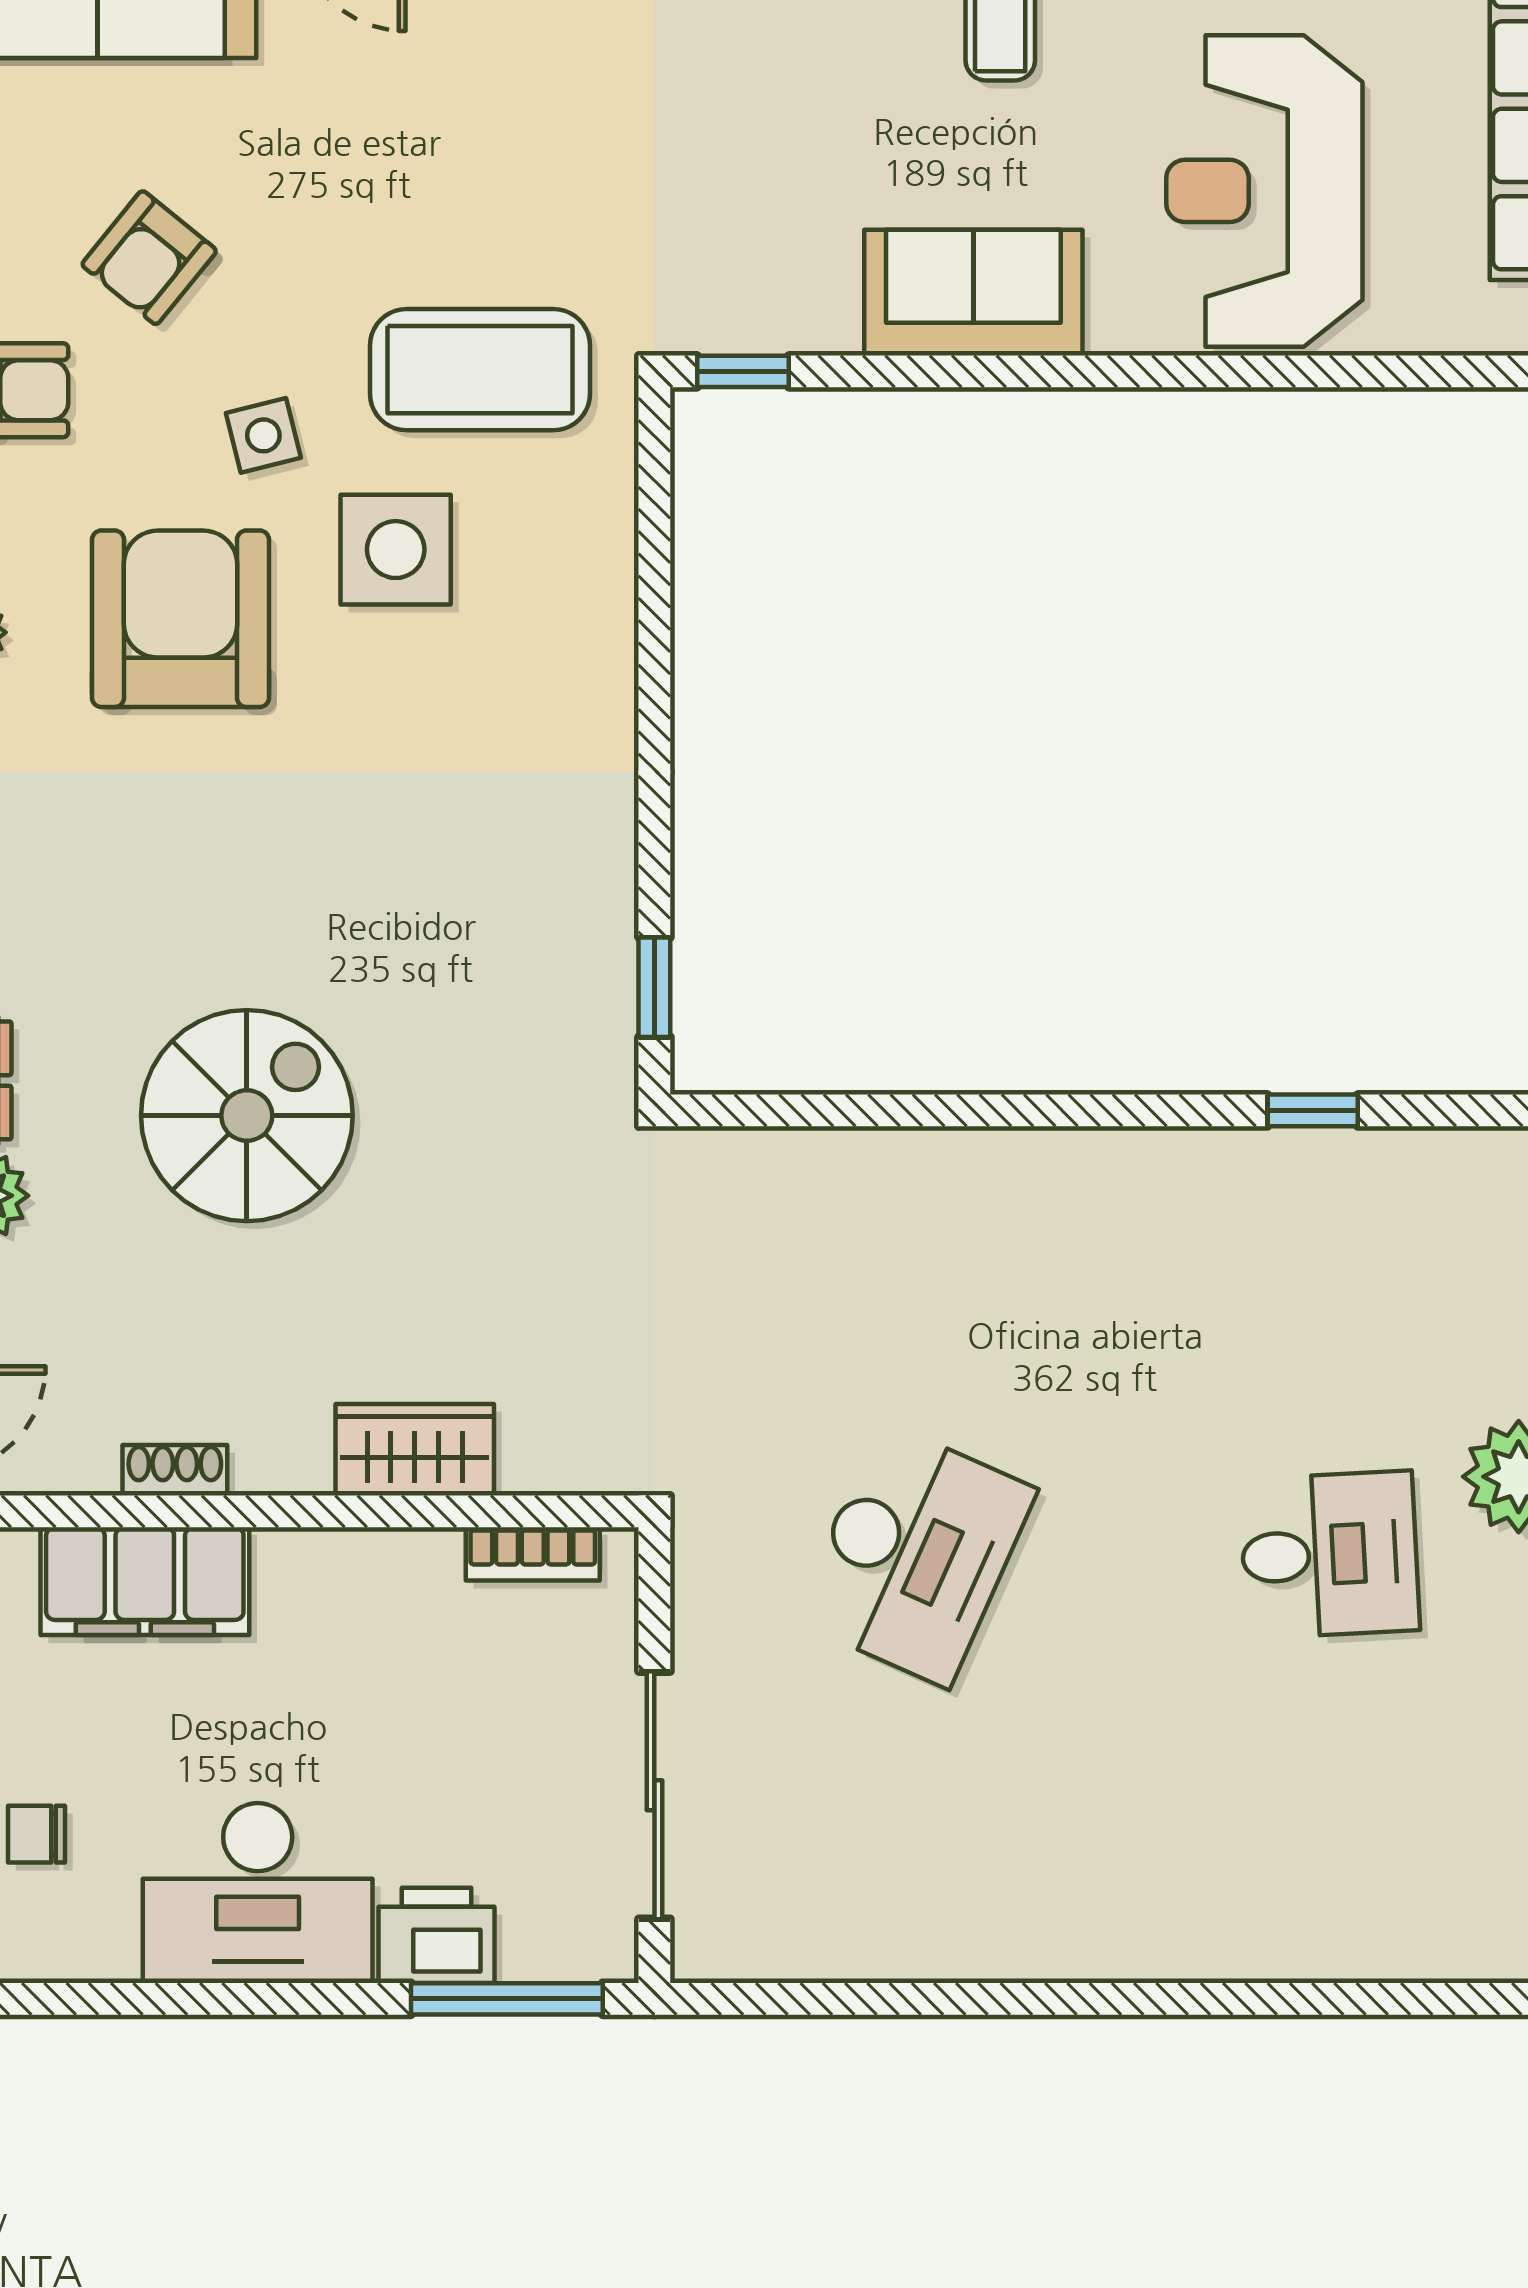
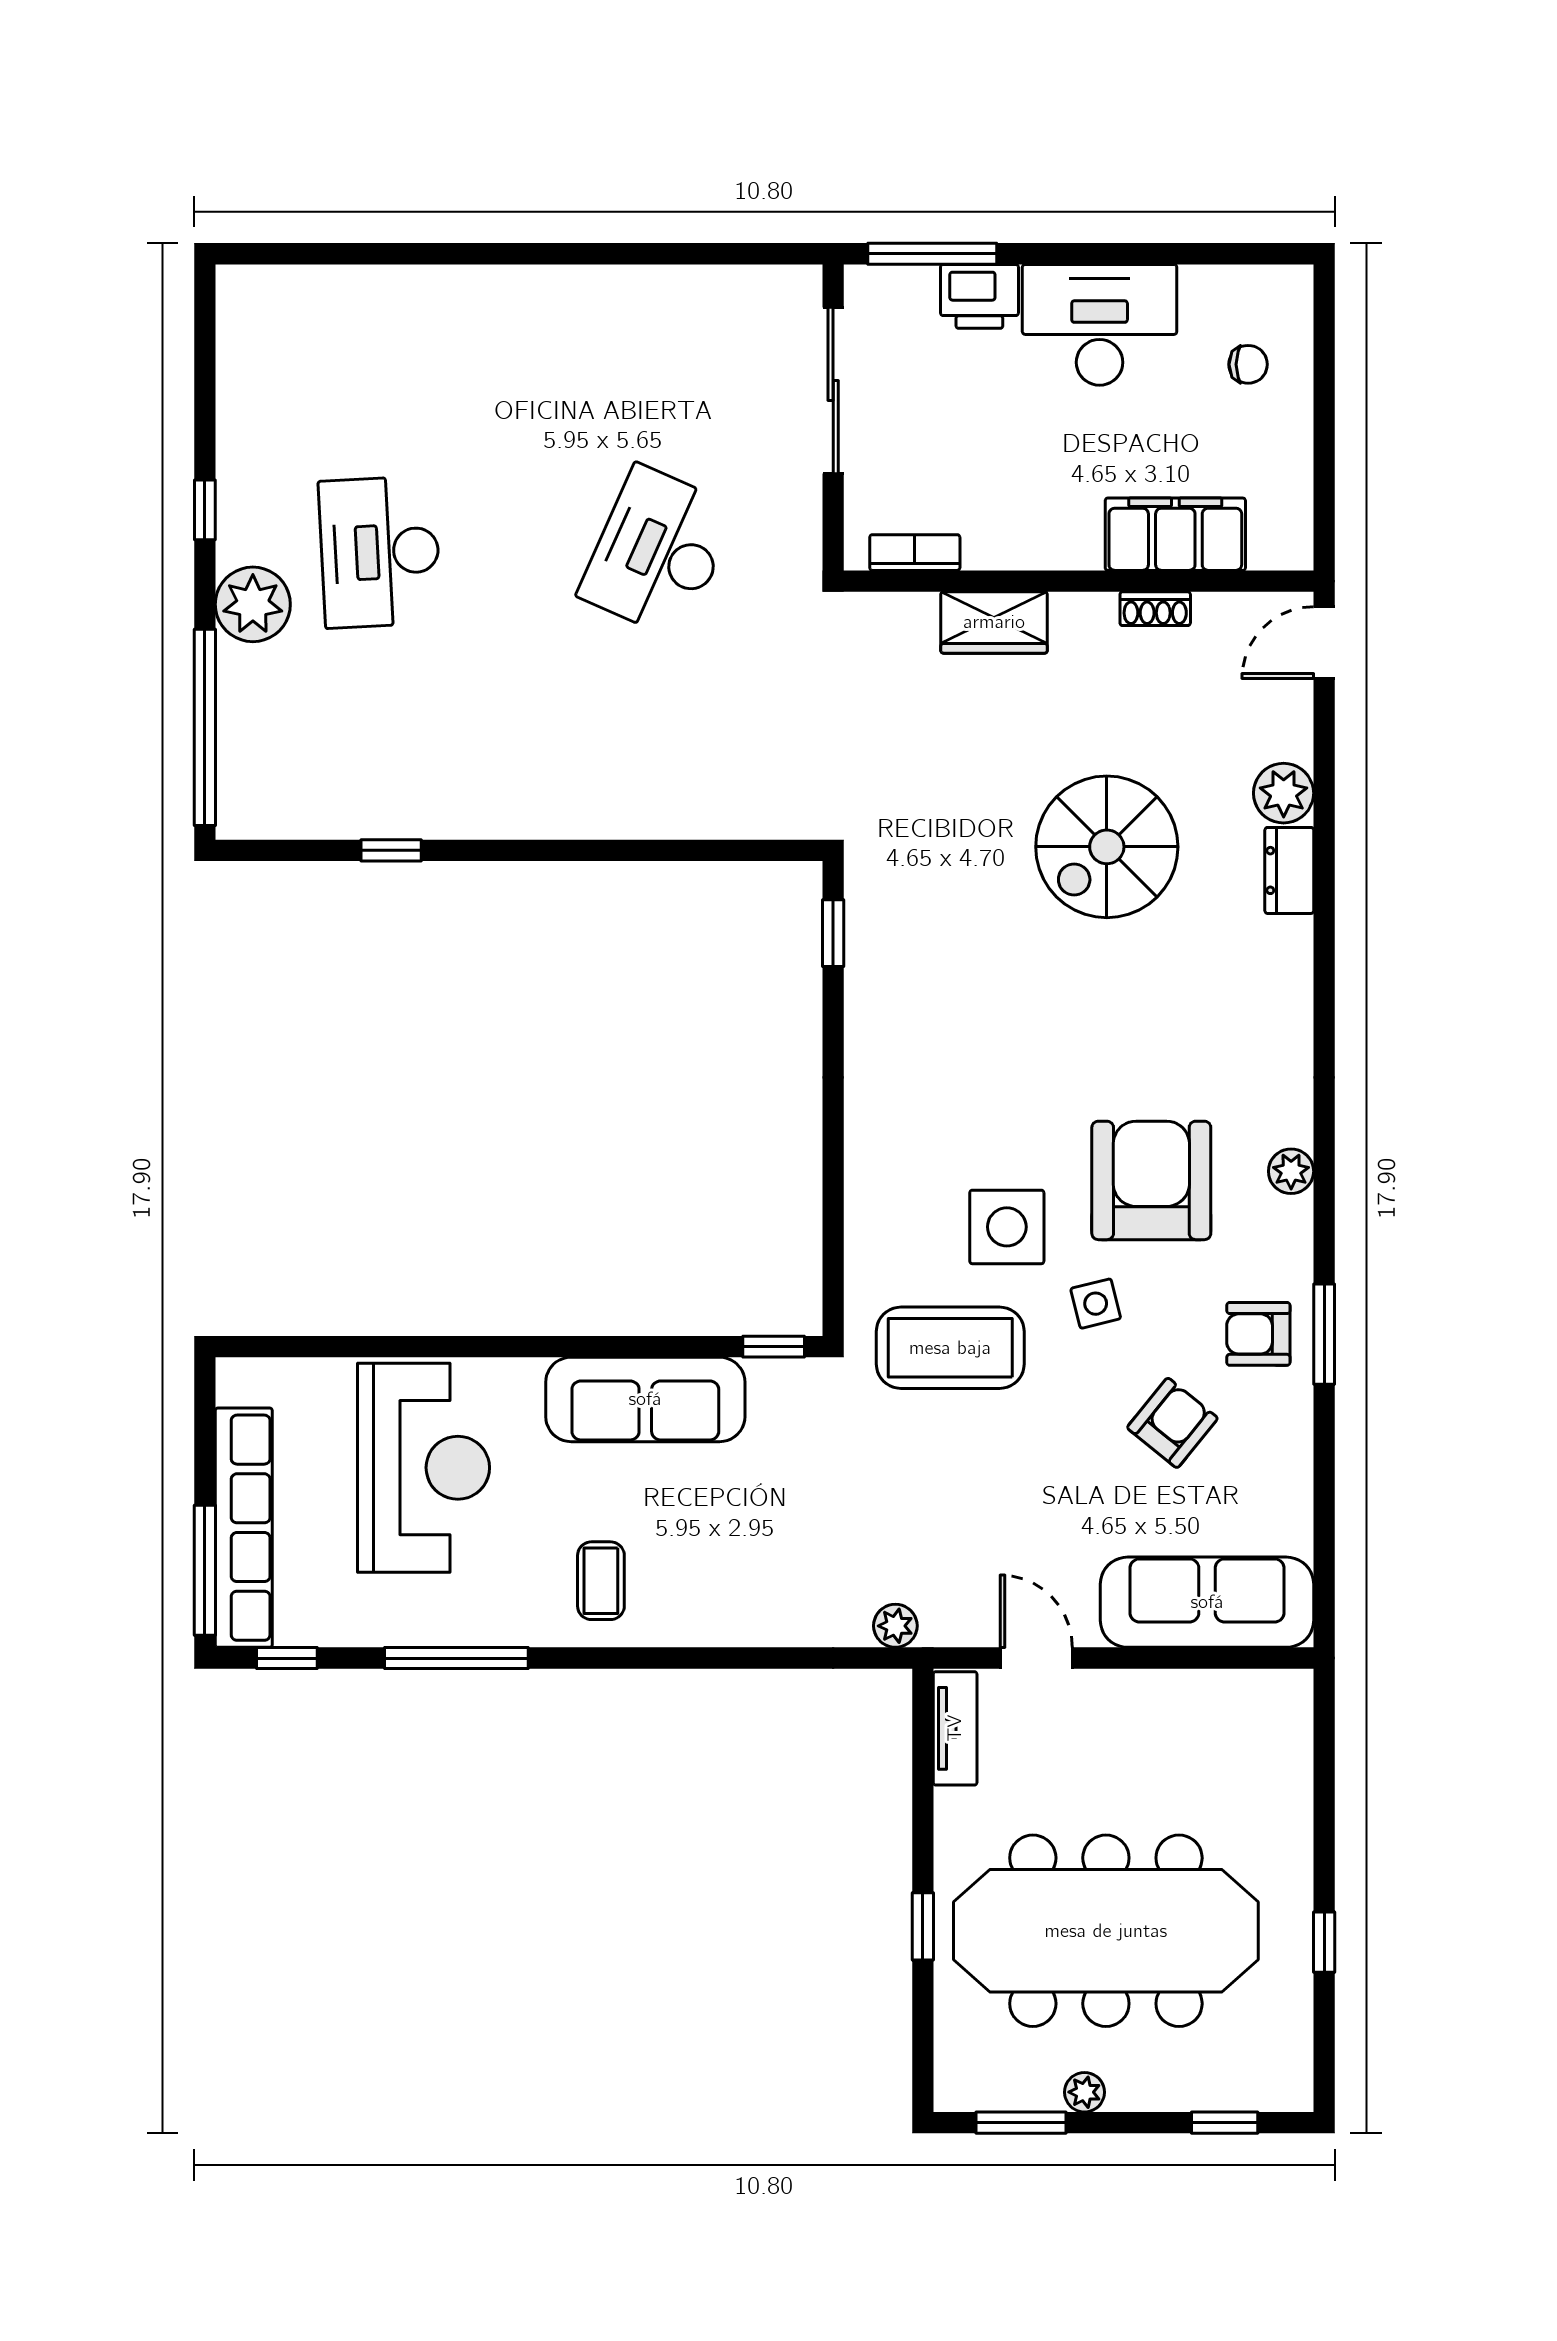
sofa: (973, 293) -> (645, 1399), width x1.36
armchair: (181, 619) -> (1151, 1180), turned 180
desk: (1329, 1555) -> (380, 552), width x1.37

